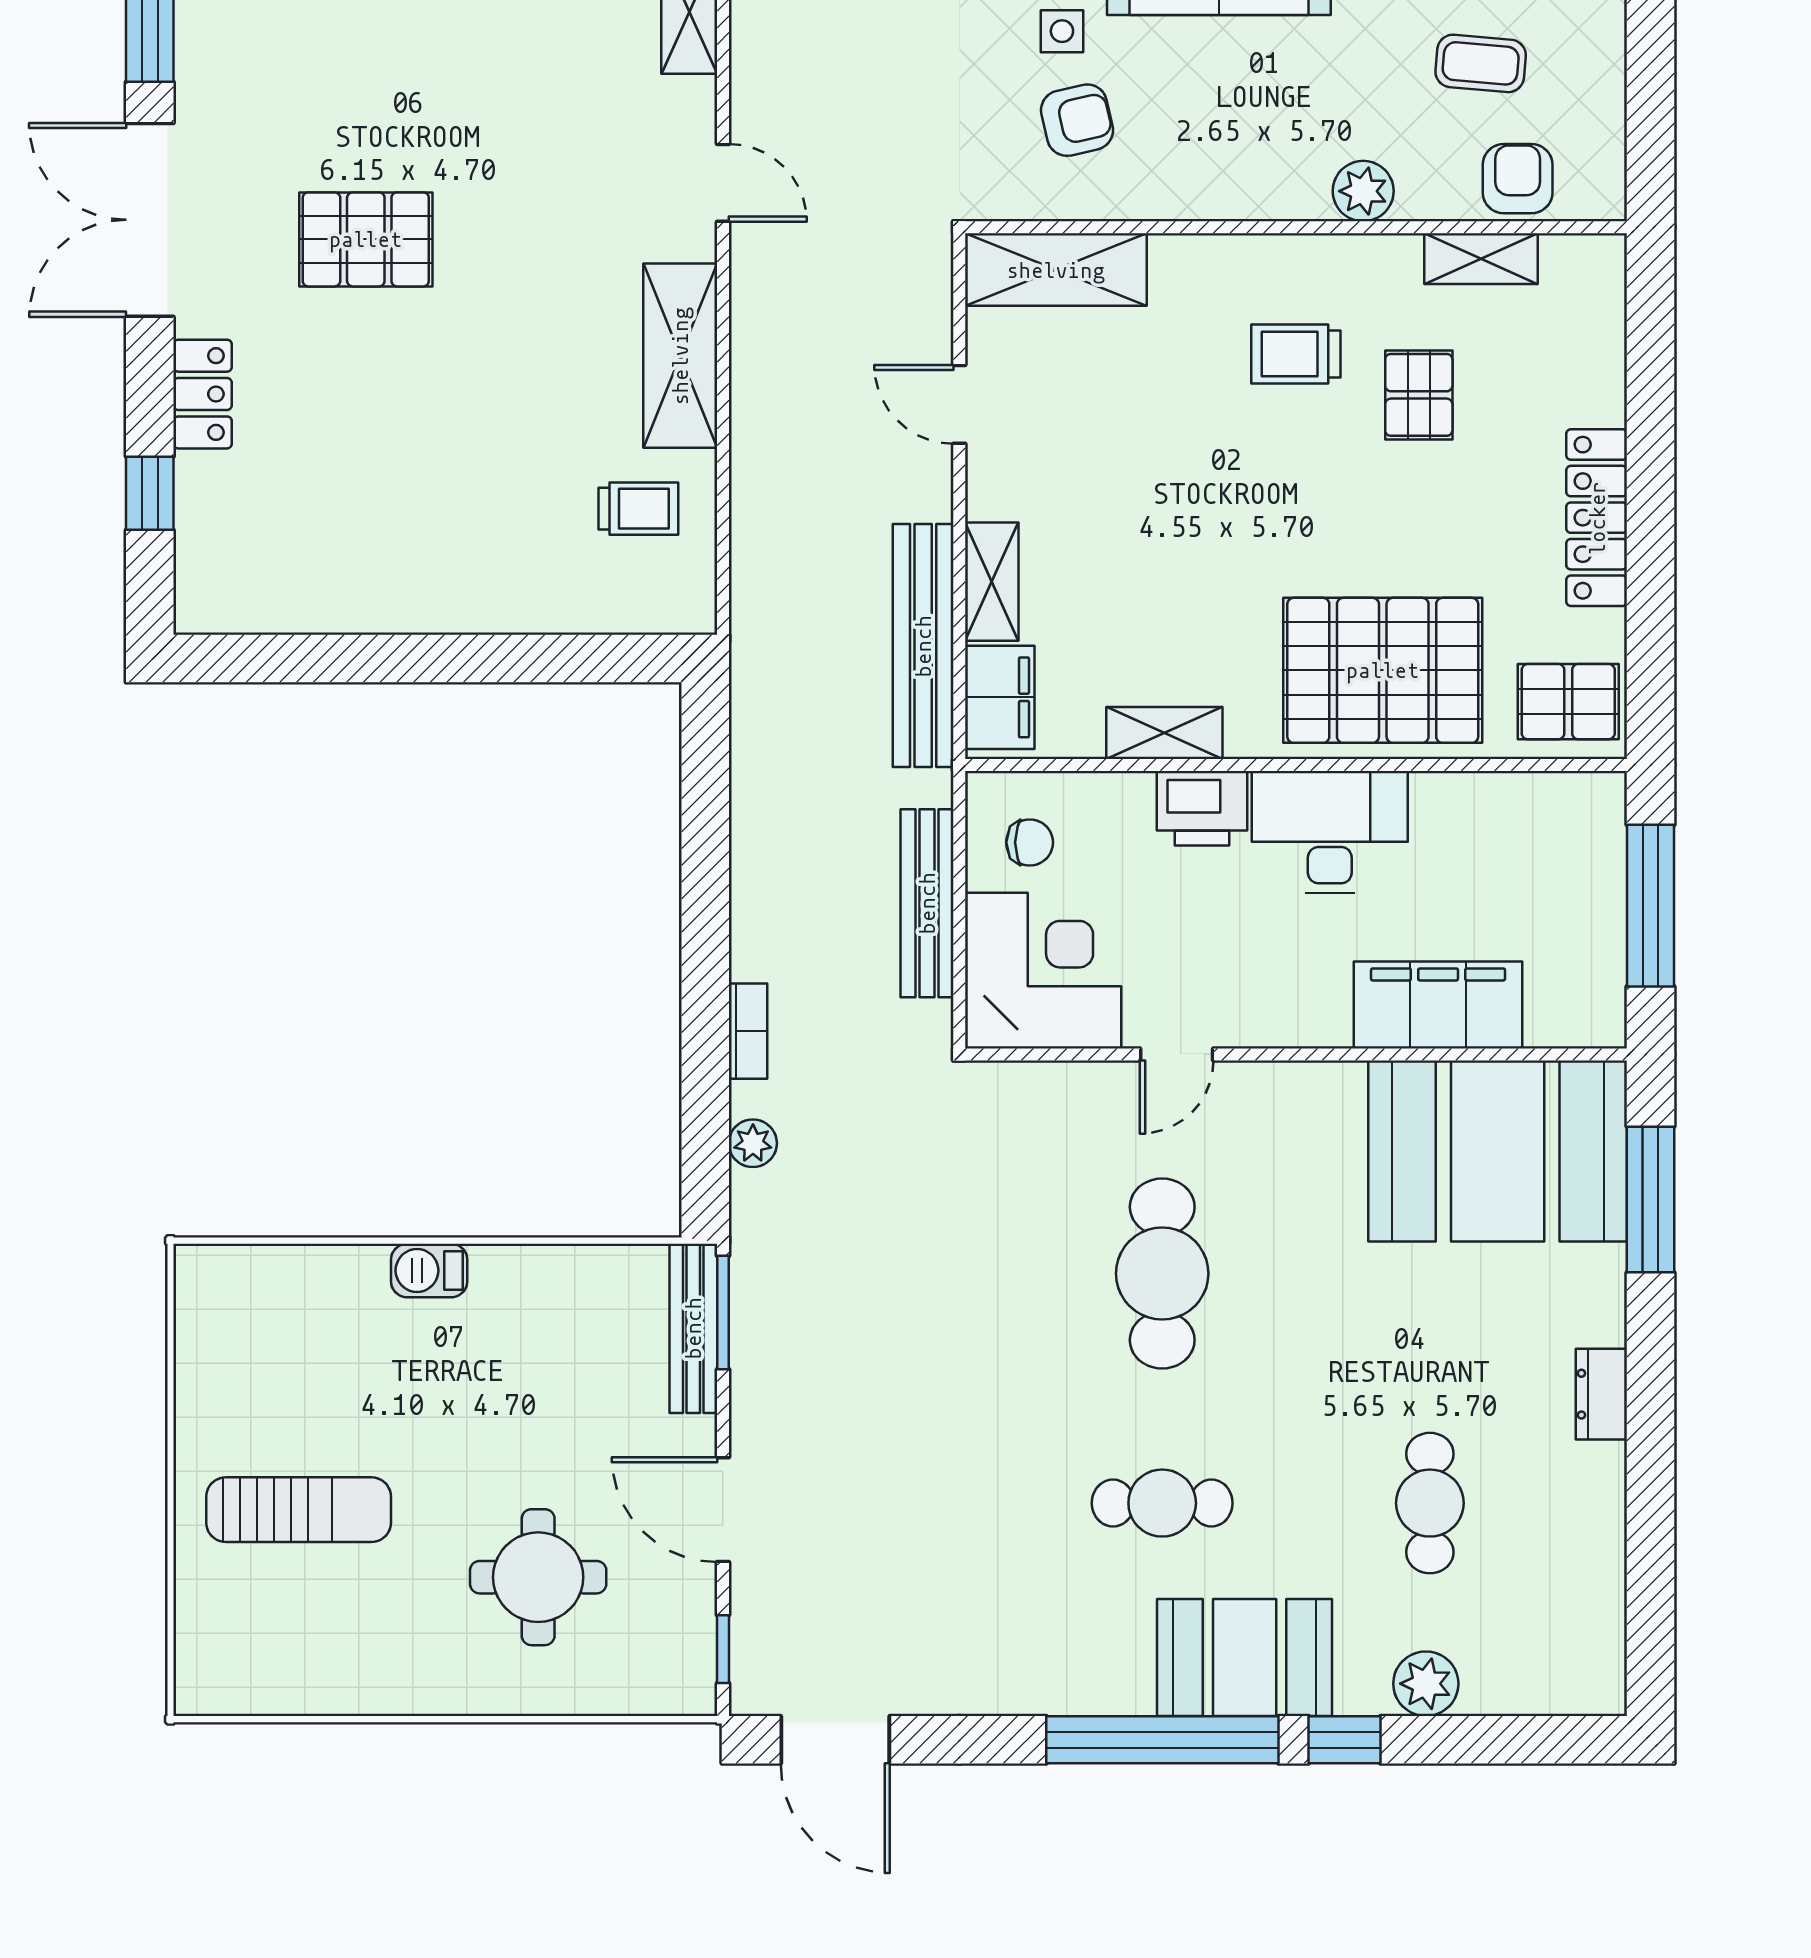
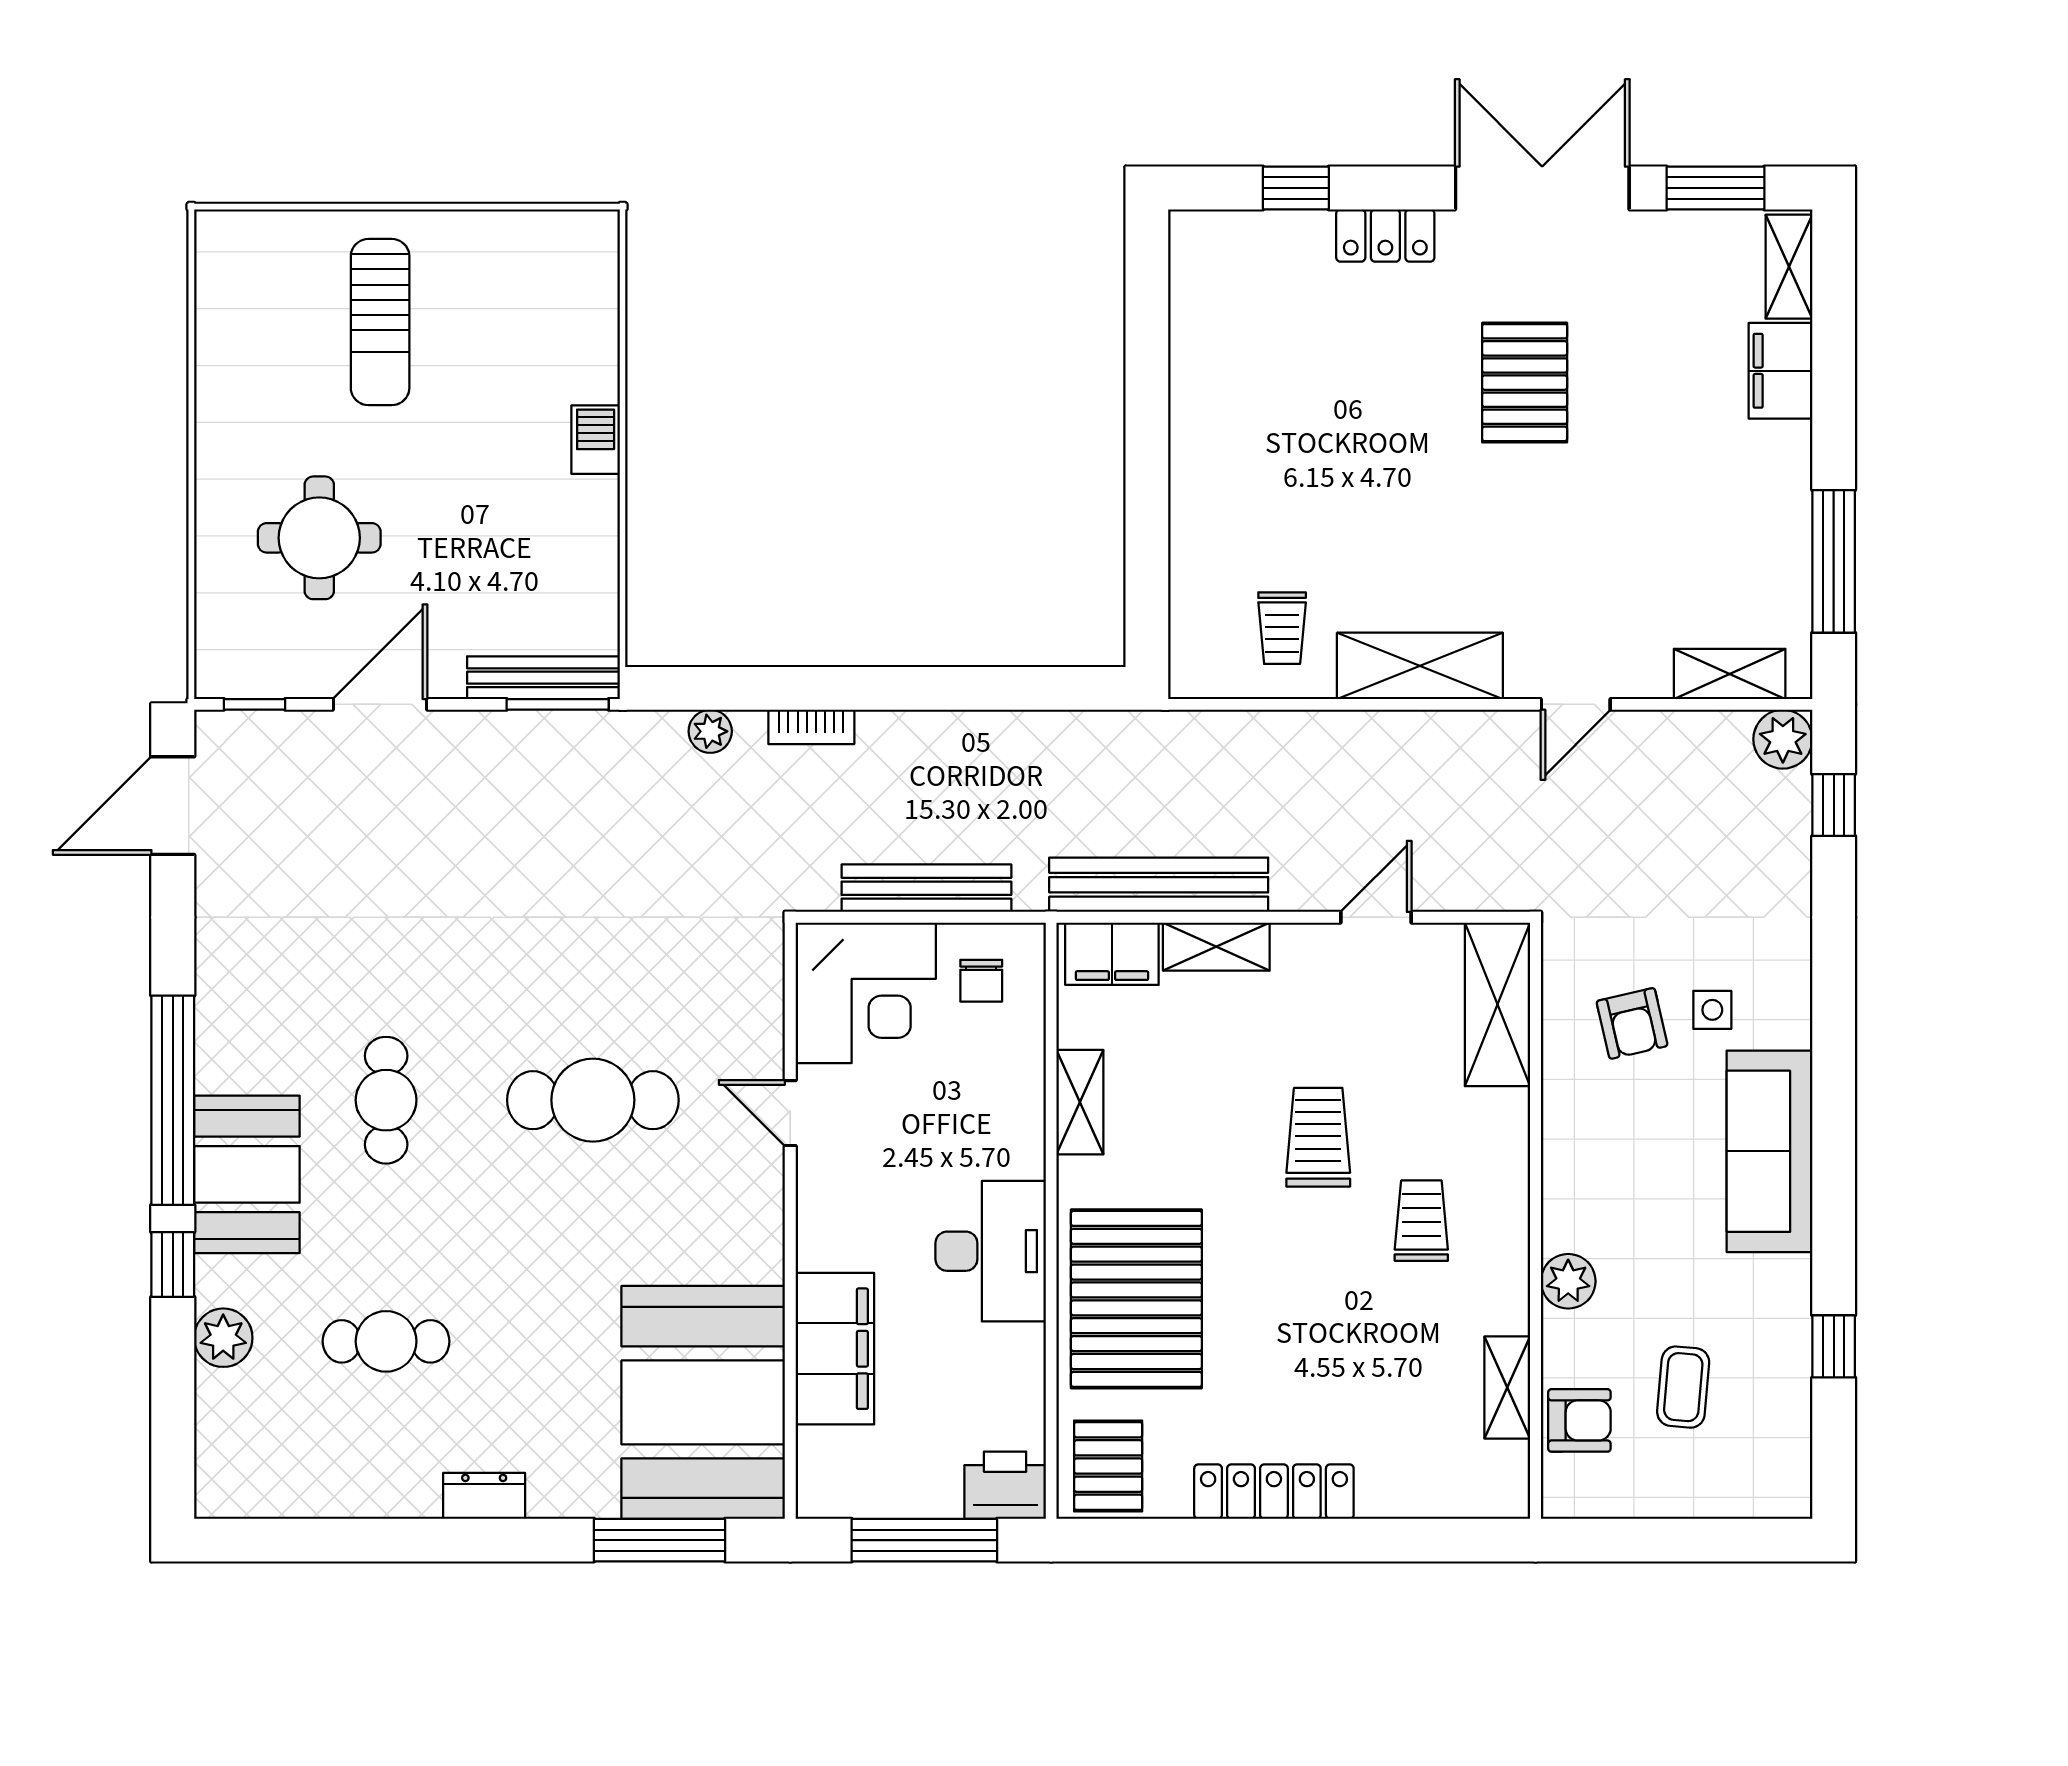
pallet: (1419, 395) -> (1385, 1331), removed
trolley: (1203, 469) -> (1318, 1137), added
printer: (1202, 808) -> (1005, 1485), moved, turned 90

